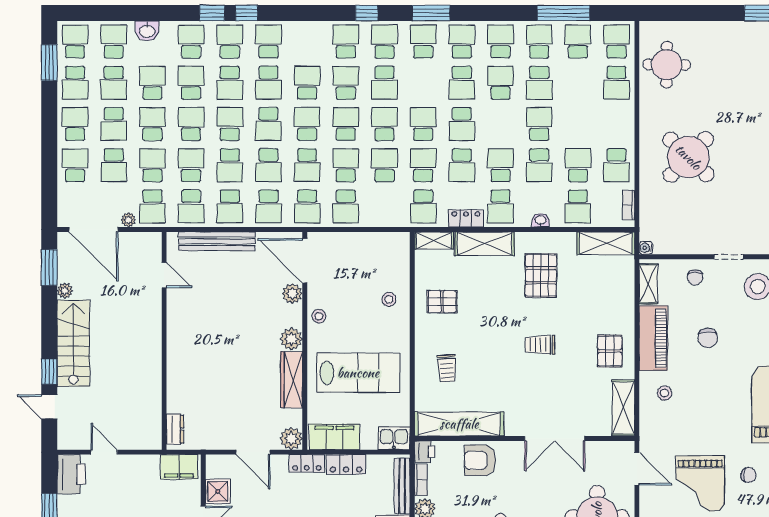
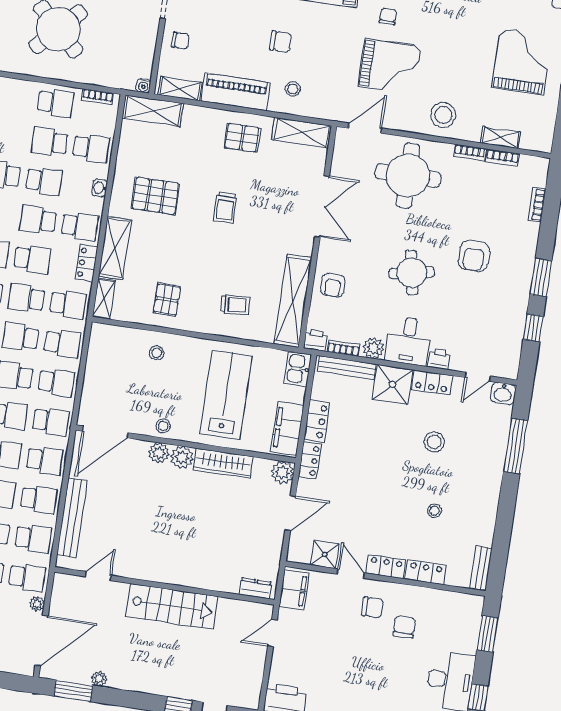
school desk: (384, 206) -> (62, 343), added
shelving: (606, 243) -> (153, 111), moved, turned 90
plant: (292, 294) -> (159, 453), moved
chair: (708, 338) -> (281, 42), moved
stairs: (73, 343) -> (172, 606), moved, turned 180
door: (104, 452) -> (272, 633), moved
armchair: (480, 460) -> (333, 285), width x0.72, depth x0.72

